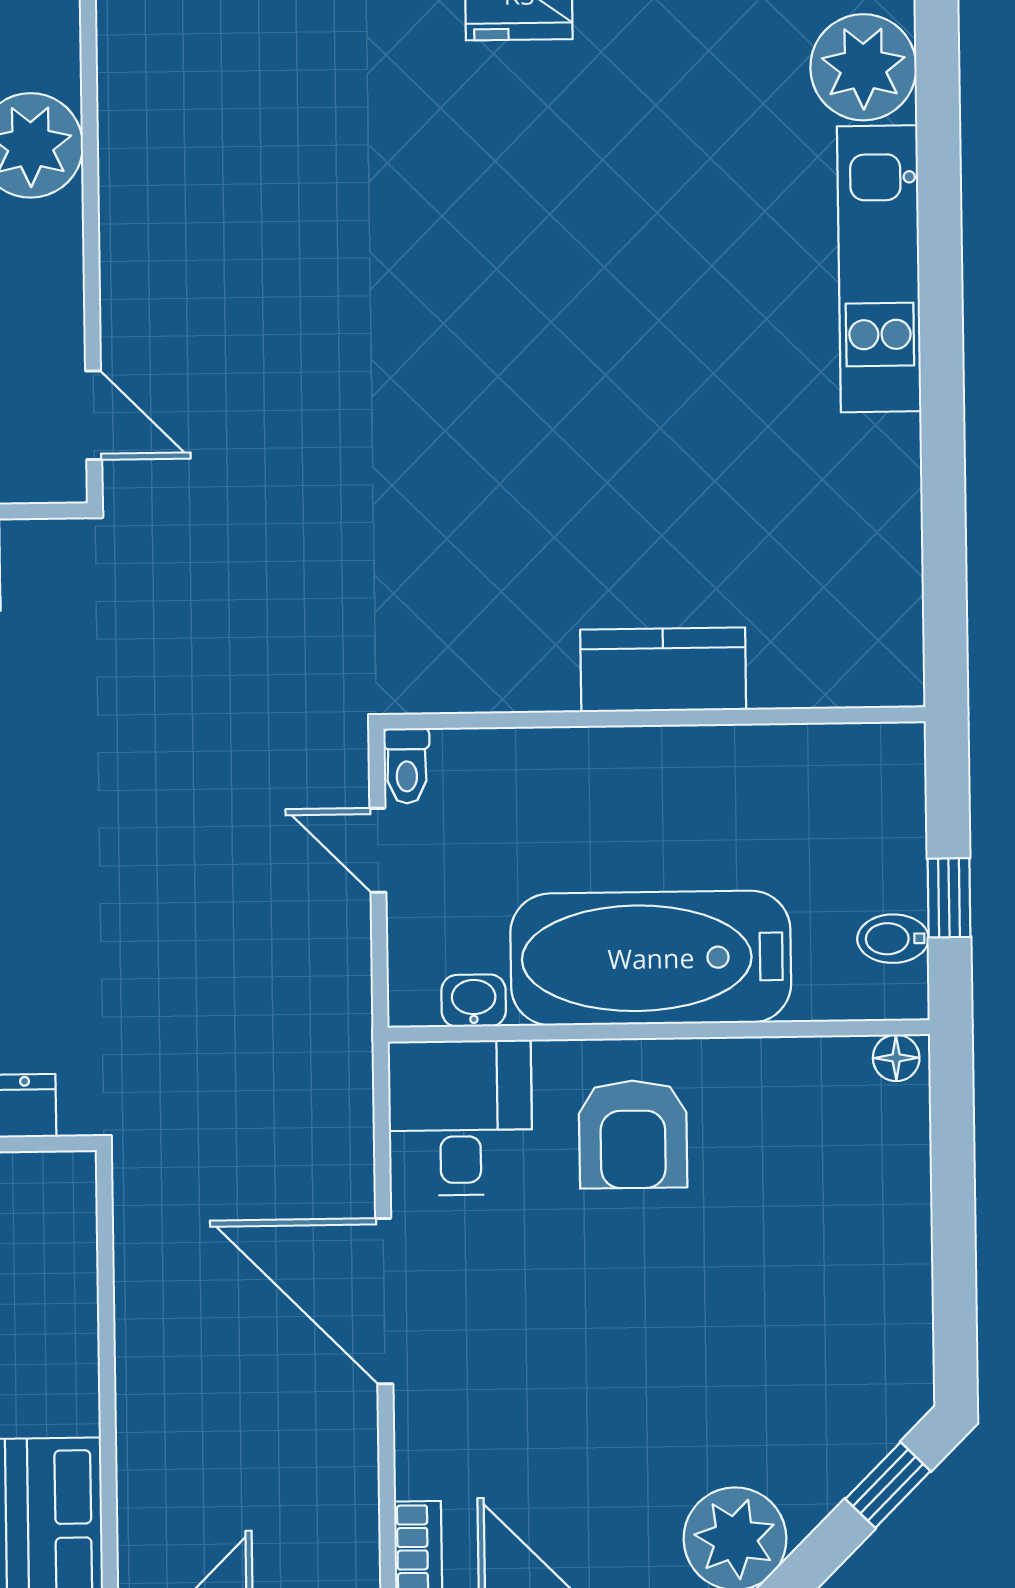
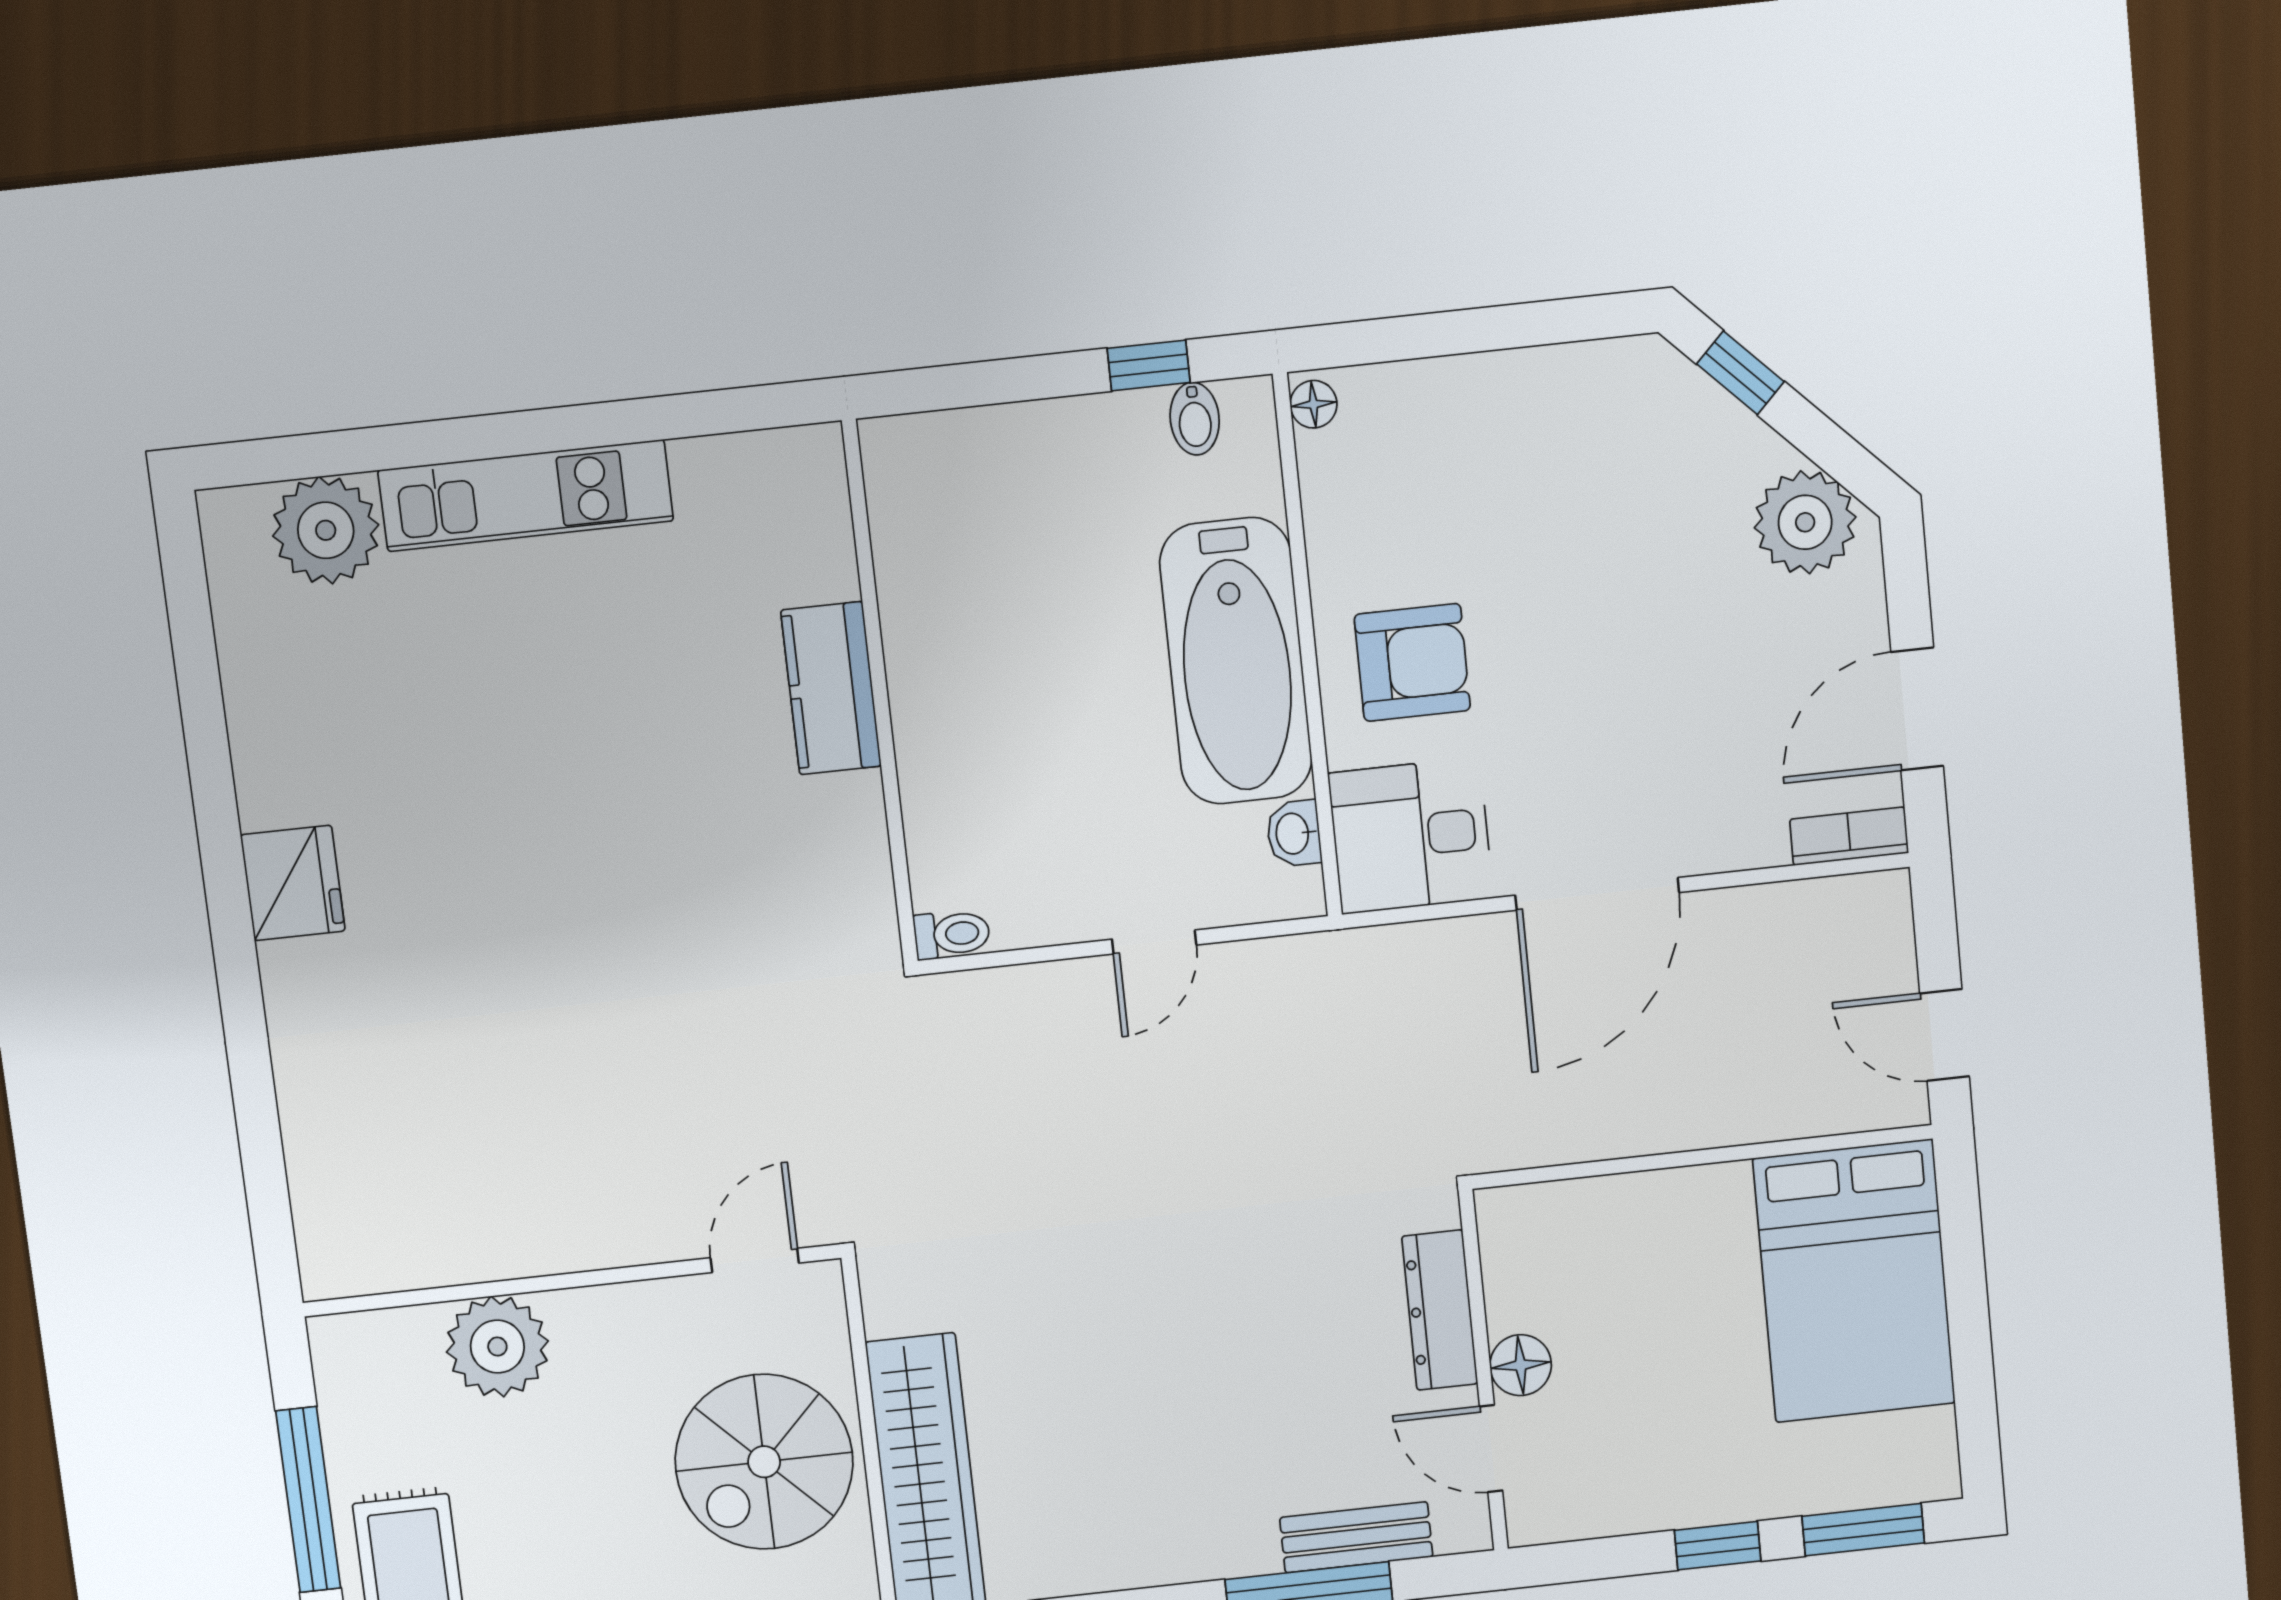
kitchen counter: (663, 670) -> (831, 688), moved
wall: (654, 718) -> (880, 693), moved
toilet: (407, 766) -> (952, 934), moved

